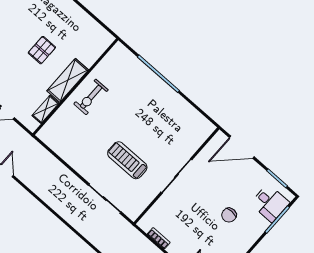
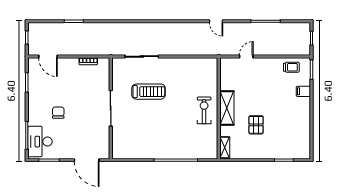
pallet: (42, 50) -> (256, 125), moved
shelving: (45, 109) -> (225, 148), moved
door: (242, 147) -> (87, 160), swing flipped
desk: (270, 203) -> (40, 142), width x1.37

